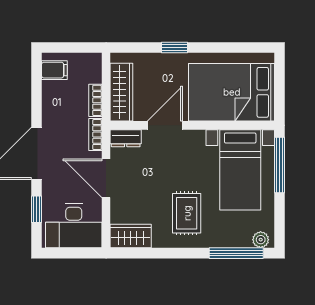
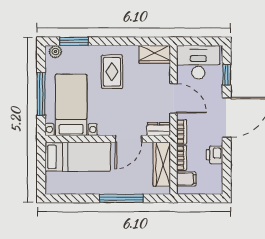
window: (175, 48) -> (121, 198), width x2.17
filing cabinet: (54, 70) -> (186, 179), moved, turned 180
bed: (232, 92) -> (78, 157), width x0.67
printer: (52, 105) -> (215, 155), added
window: (279, 165) -> (41, 94), moved
window: (236, 253) -> (74, 41), width x0.69

